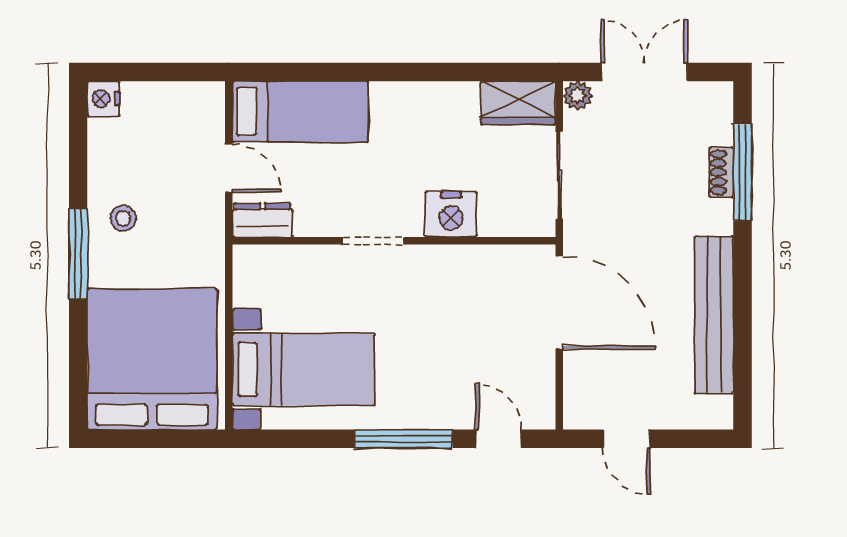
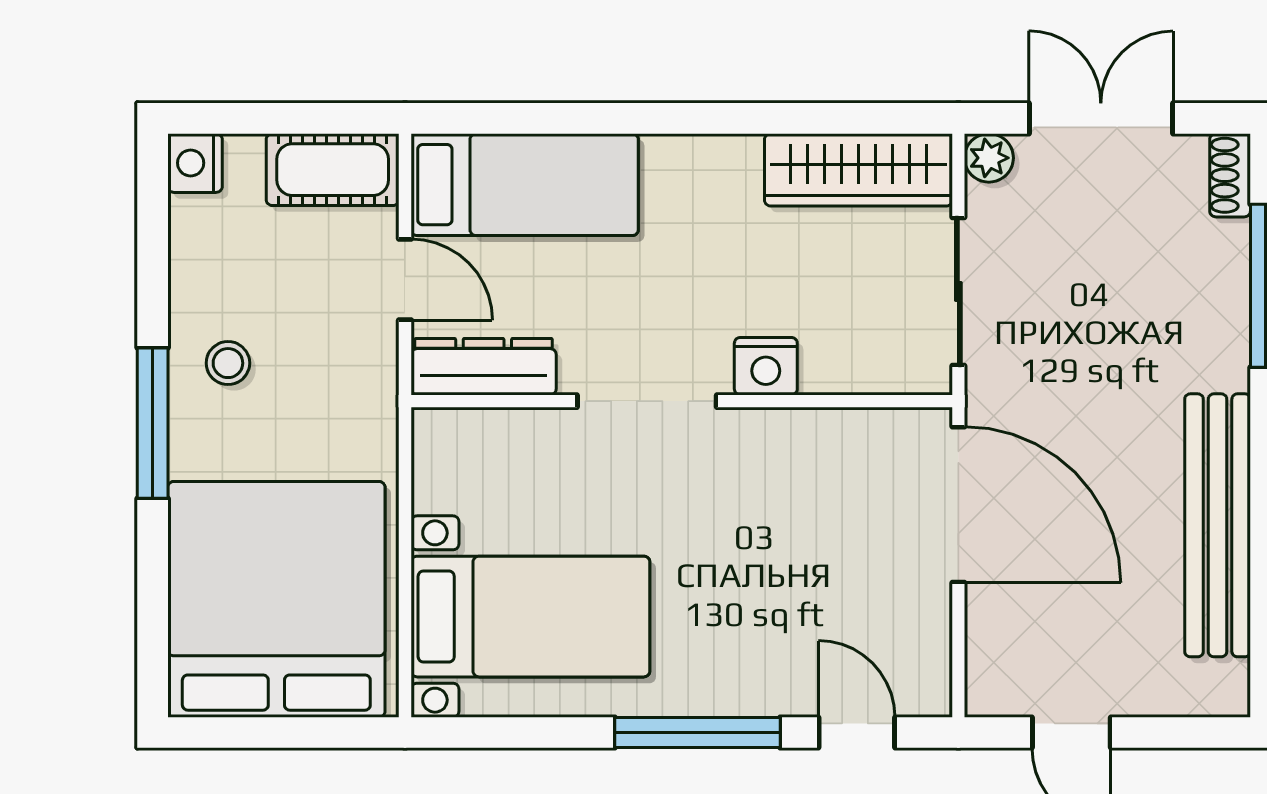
cot: (186, 103) -> (333, 170), added
wardrobe: (518, 103) -> (858, 170), width x1.50
shoe rack: (721, 172) -> (1230, 175), moved
nightstand: (451, 214) -> (766, 366), width x0.74, depth x0.75
dresser: (263, 220) -> (484, 367), width x1.44
doorway: (373, 241) -> (647, 401), width x1.38

